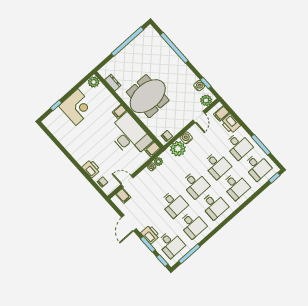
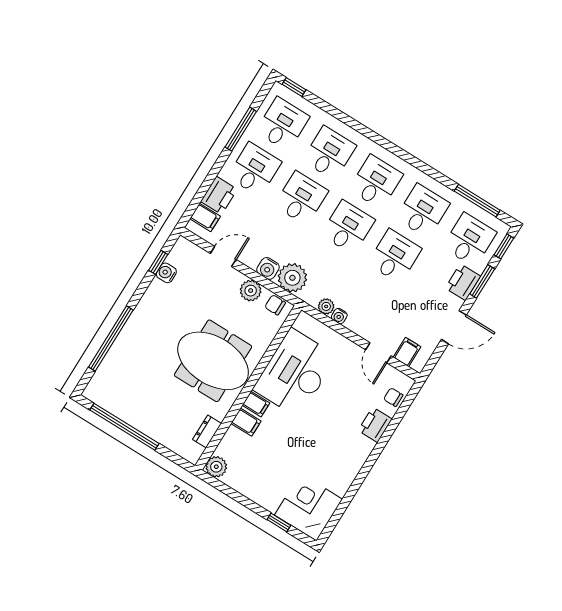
plant: (206, 100) -> (251, 291), moved
corner desk: (77, 107) -> (308, 507), moved
filing cabinet: (152, 149) -> (246, 422), moved

